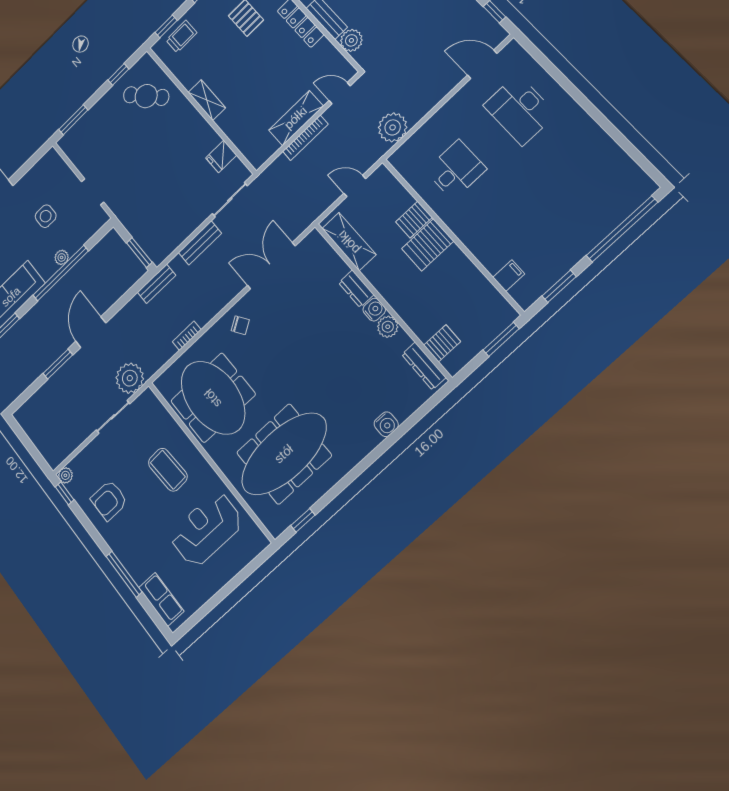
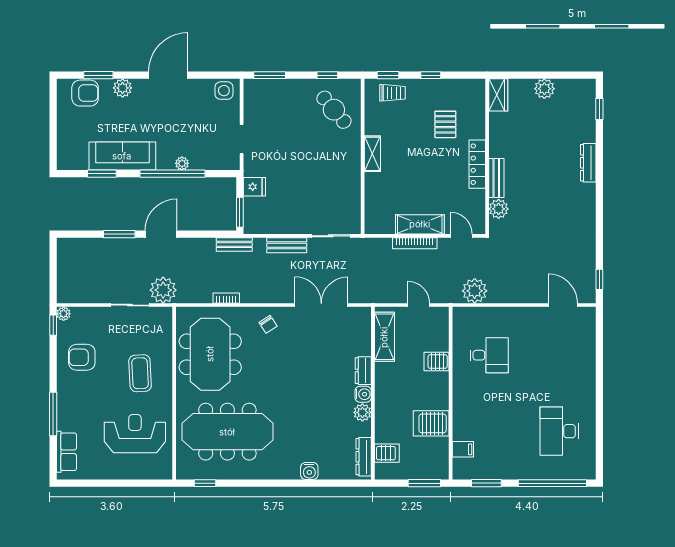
desk: (520, 110) -> (559, 431), moved
fridge: (221, 156) -> (254, 187), moved, turned 180
side table: (46, 216) -> (224, 91), moved
server rack: (428, 245) -> (431, 423), moved

